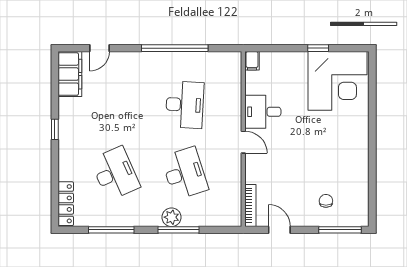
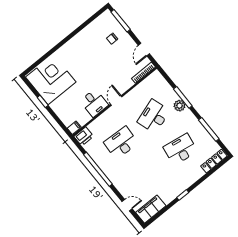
printer: (231, 64) -> (84, 136), added
desk: (115, 173) -> (180, 149), turned 33

